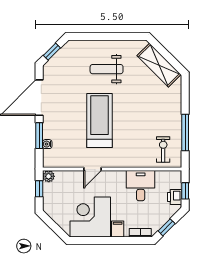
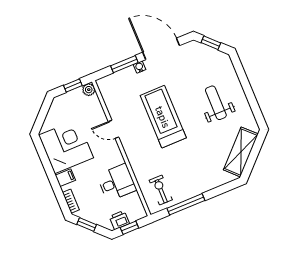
treadmill: (99, 121) -> (163, 117), turned -90
water cooler: (47, 144) -> (139, 67), moved
exercise bike: (163, 149) -> (161, 190), turned -90

